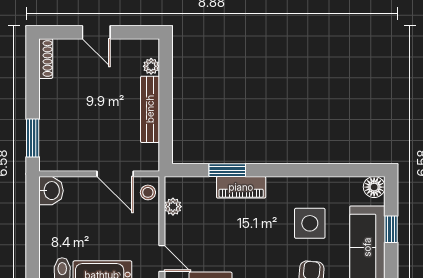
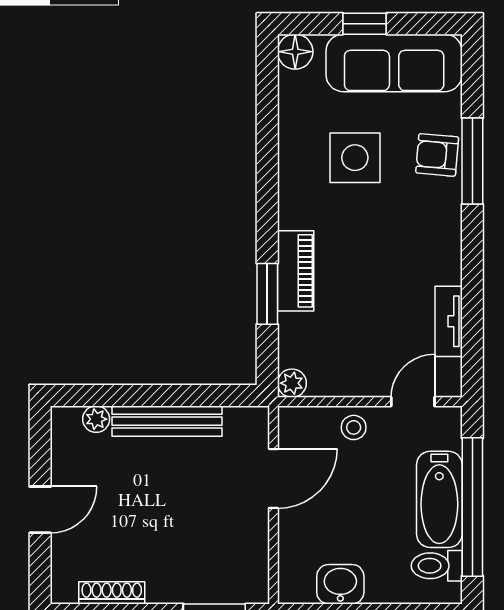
shoe rack: (46, 59) -> (112, 593), moved
washbasin: (51, 191) -> (340, 584), moved
stool: (148, 192) -> (354, 427), moved
plant: (173, 207) -> (292, 383), moved

